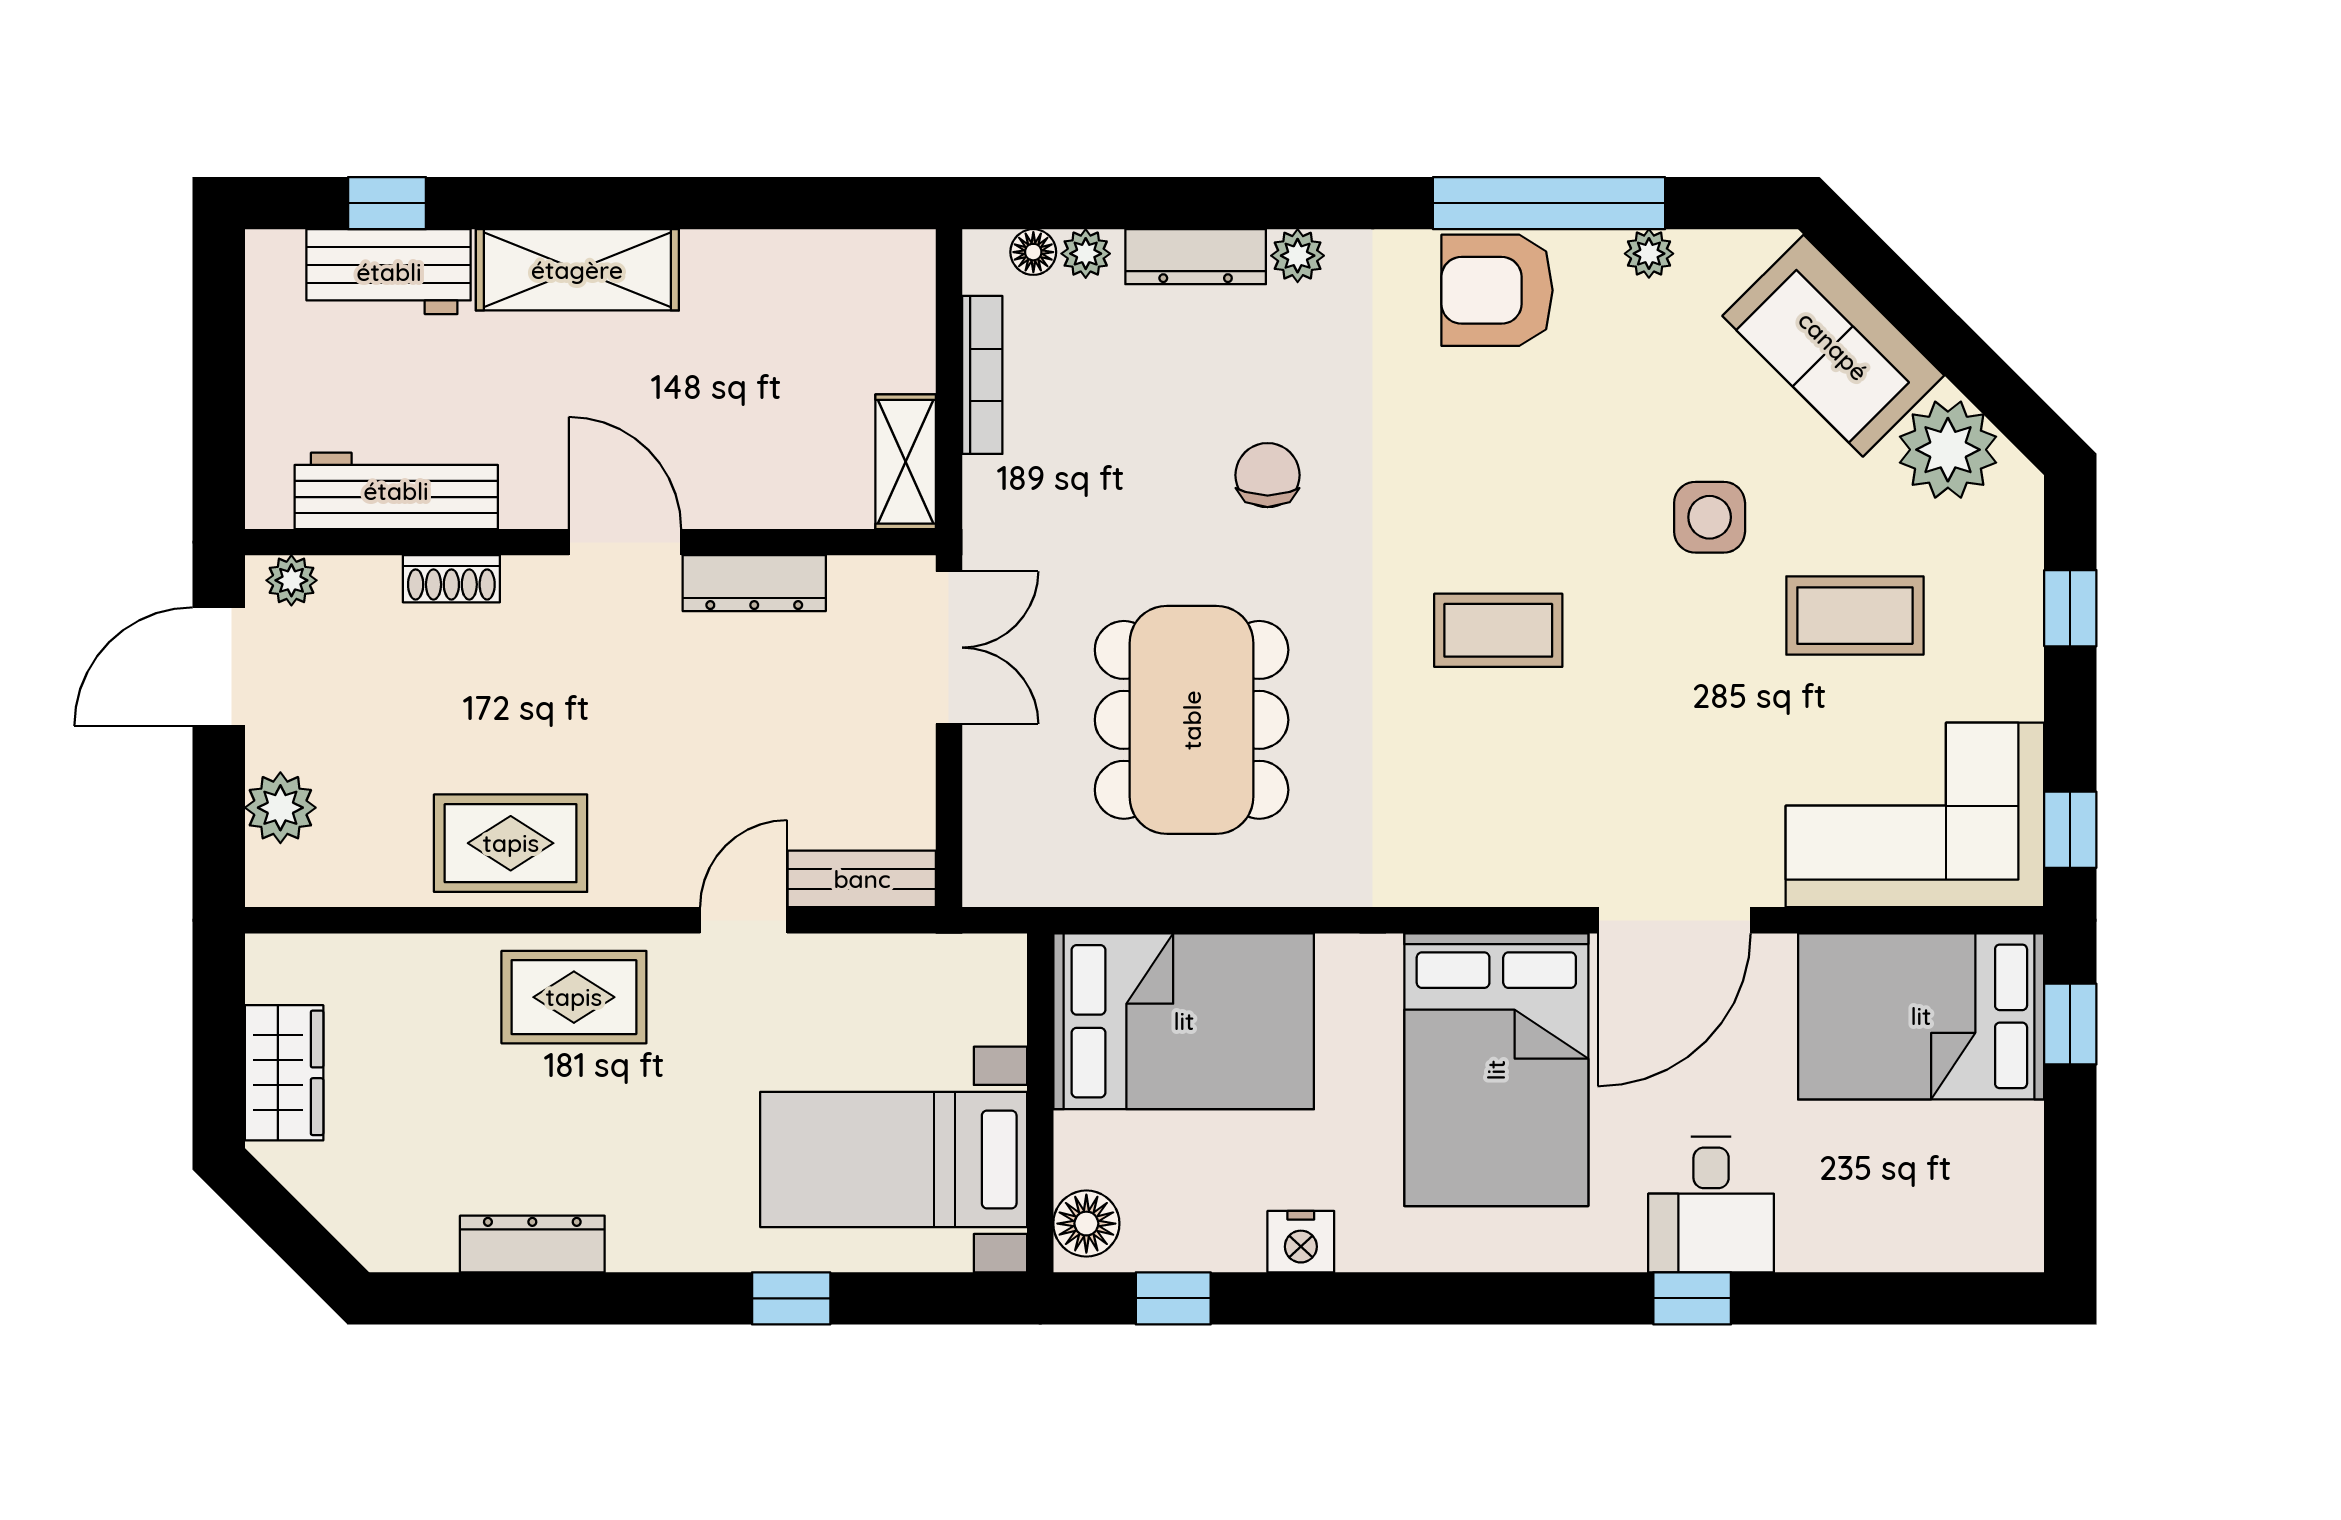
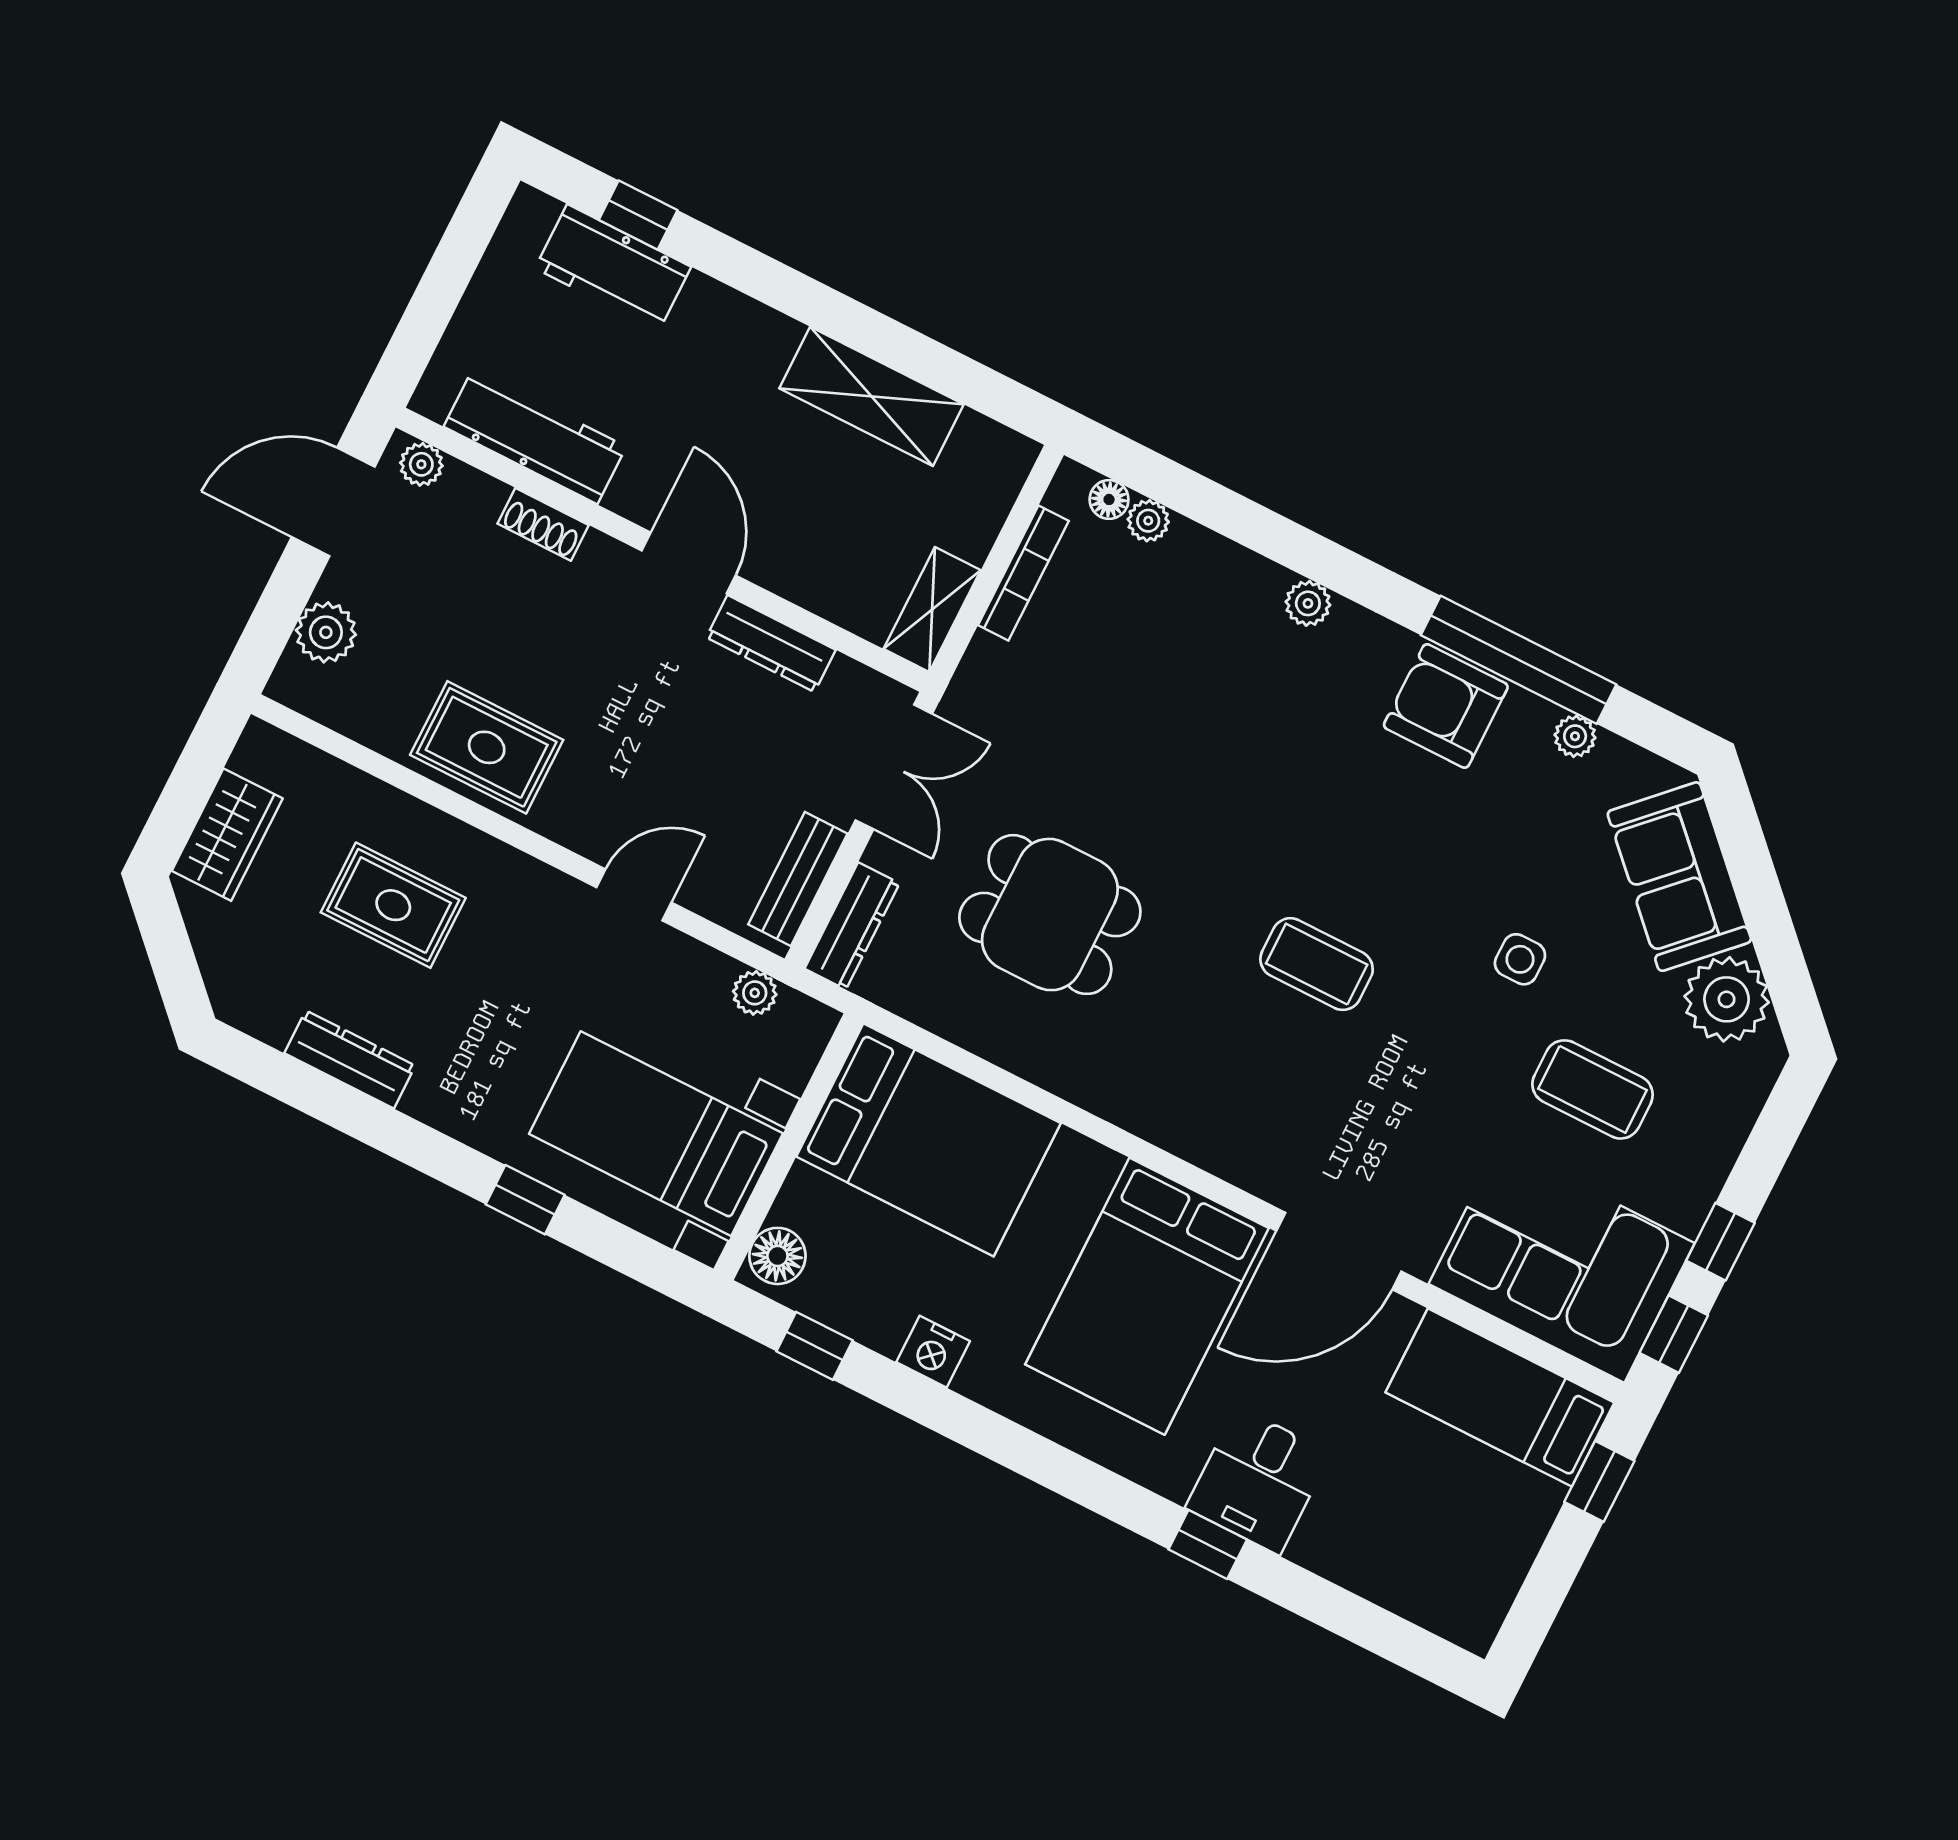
dresser: (1196, 257) -> (852, 926), moved, turned -90
shelving: (577, 270) -> (872, 396), moved
chair: (1268, 475) -> (1201, 758), removed
side table: (1710, 517) -> (1520, 959), width x0.73, depth x0.73
window: (2070, 608) -> (1720, 1242), moved
dining table: (1192, 720) -> (1050, 915), width x0.73
bench: (862, 879) -> (798, 879), moved, turned 90
plant: (923, 959) -> (755, 993), added
rug: (574, 997) -> (393, 905), moved
bed: (1921, 1016) -> (1500, 1397), width x0.67

